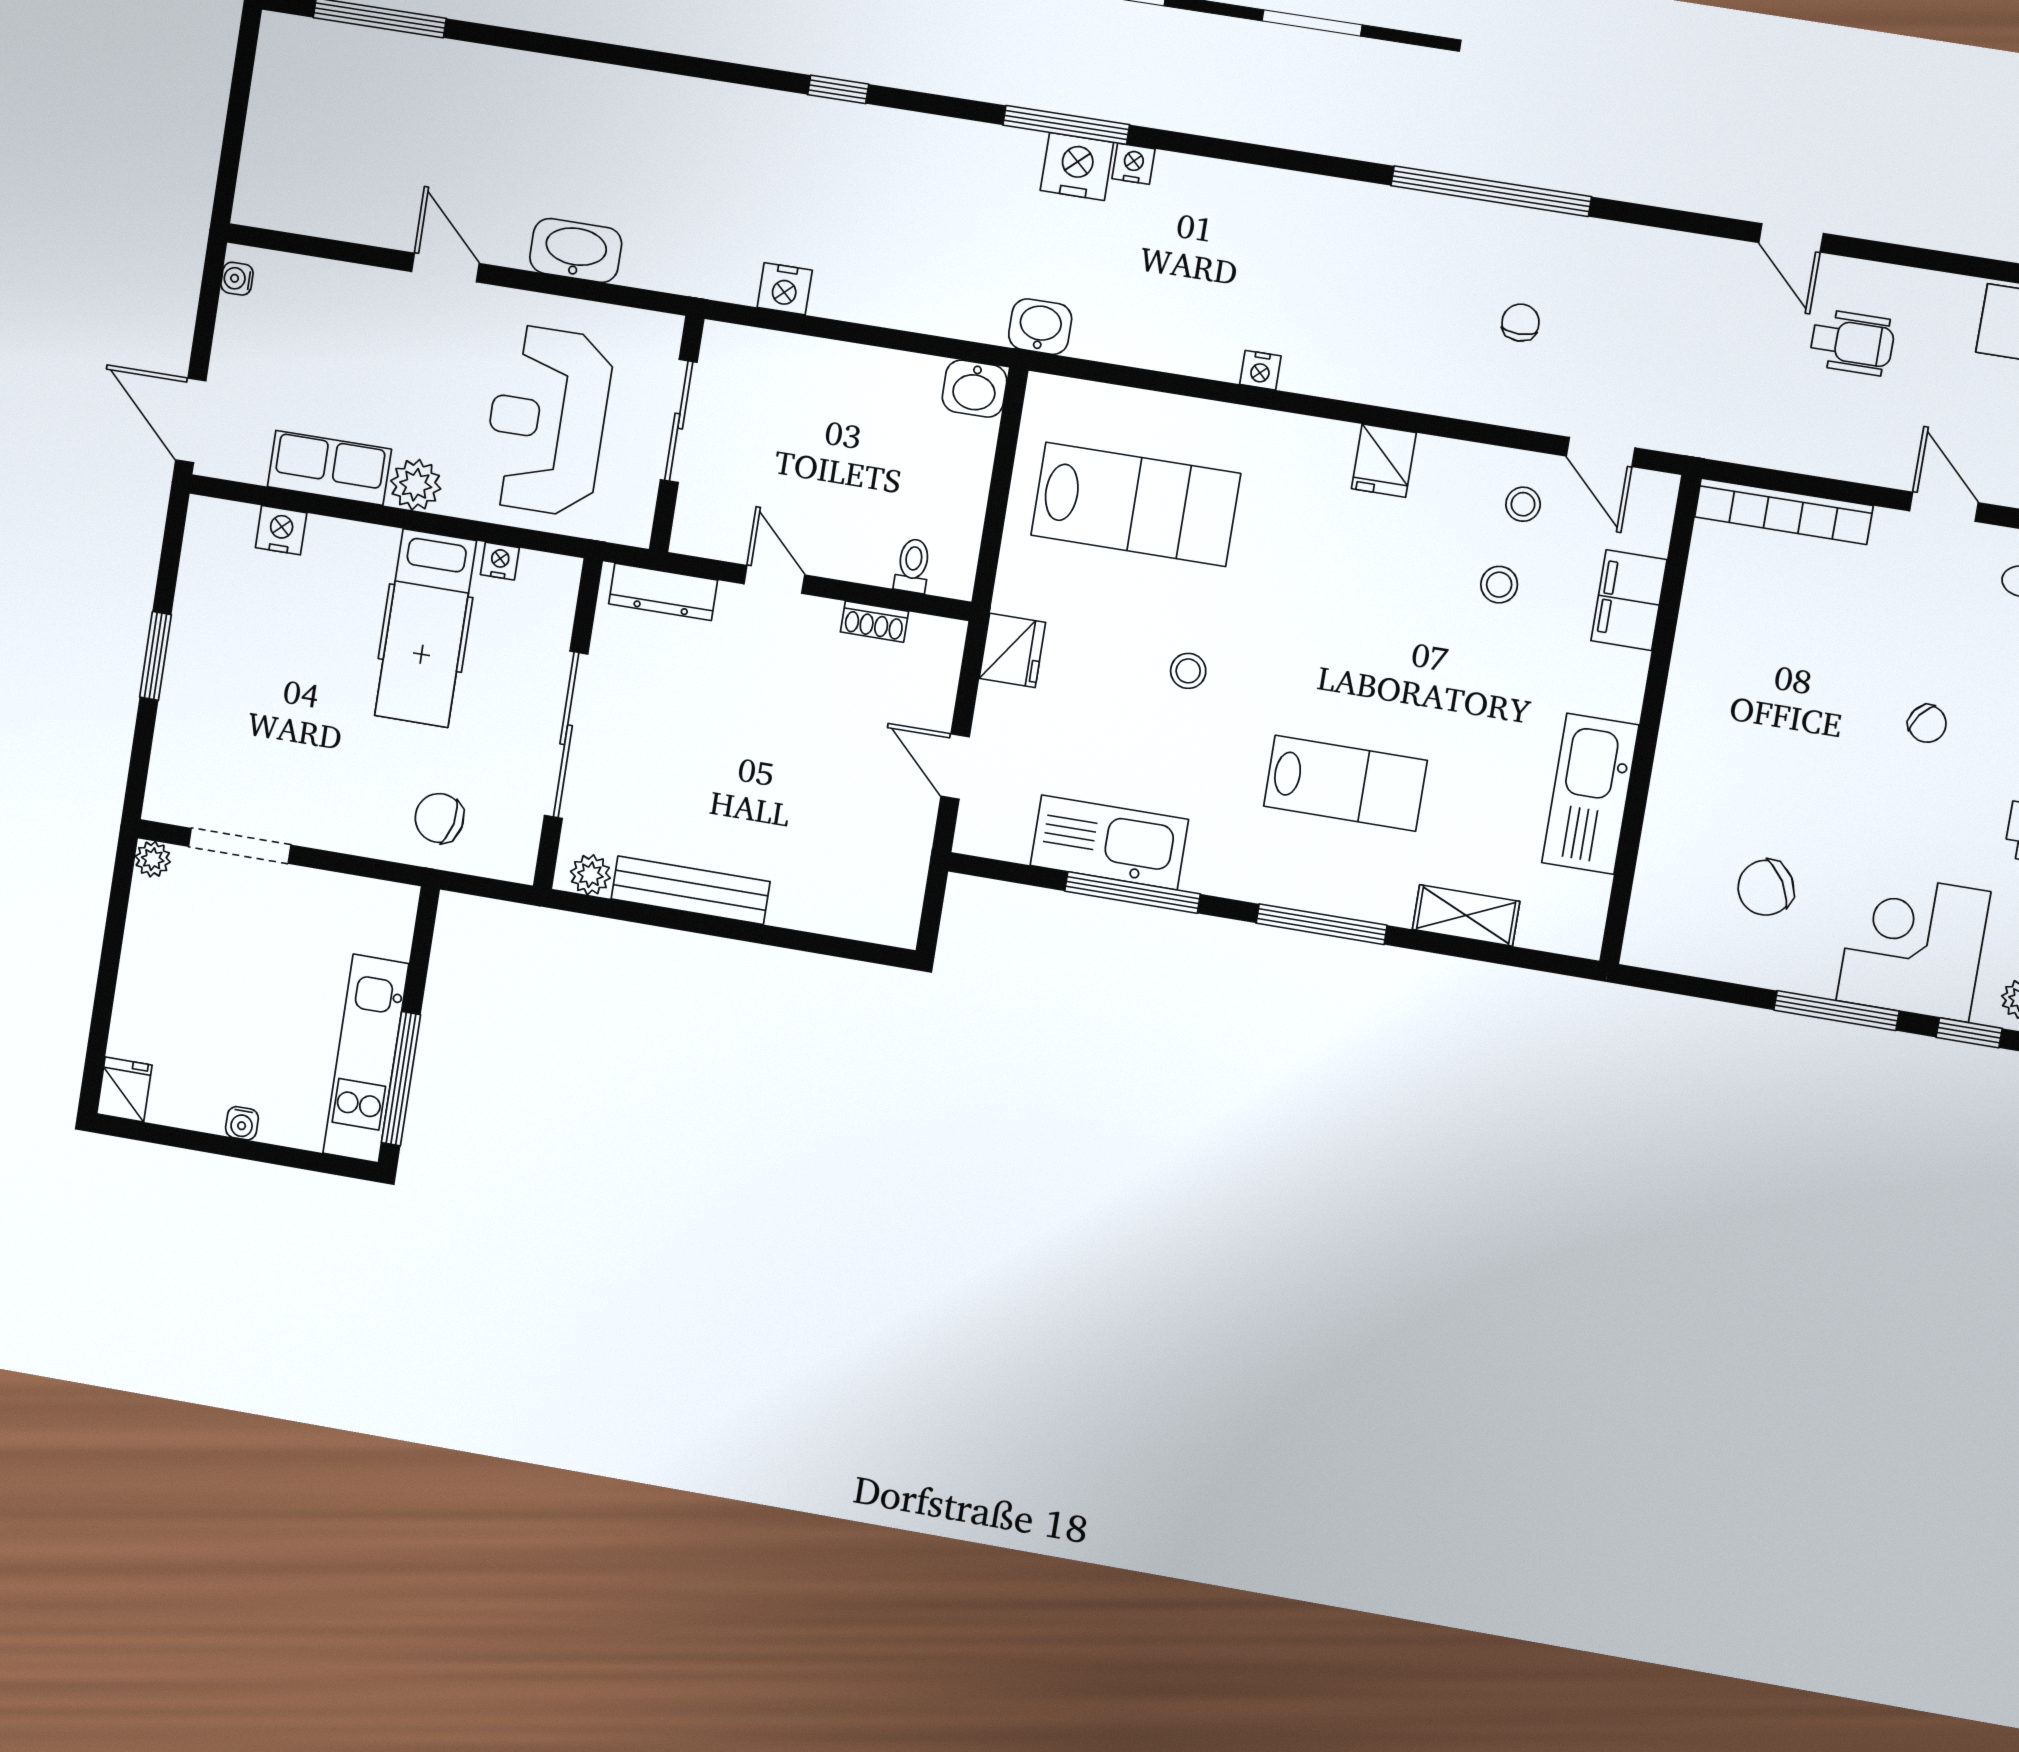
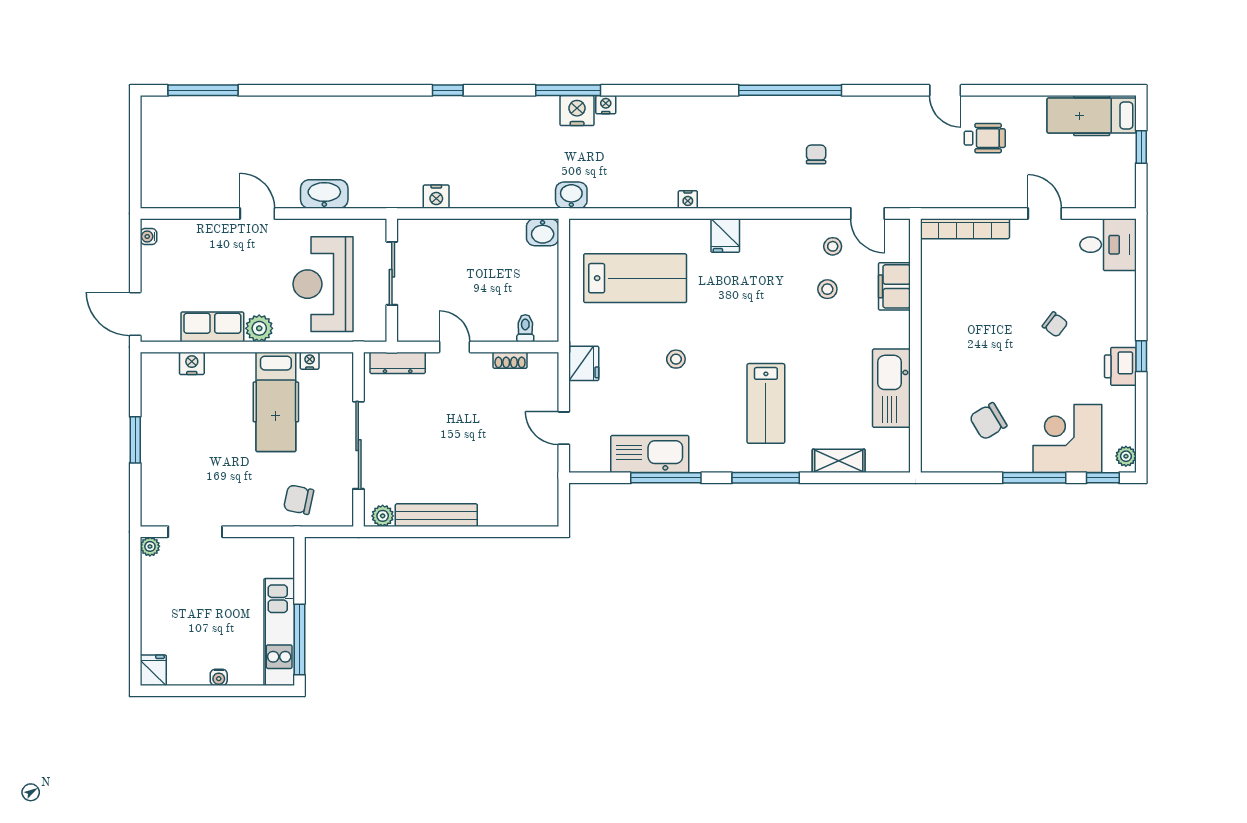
fridge: (1384, 461) -> (725, 236), moved
lab bench: (1345, 783) -> (766, 403), turned 90

